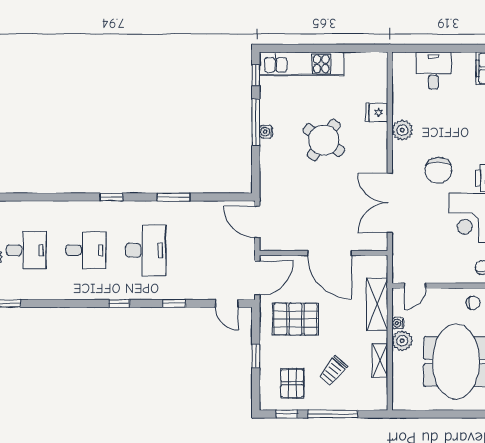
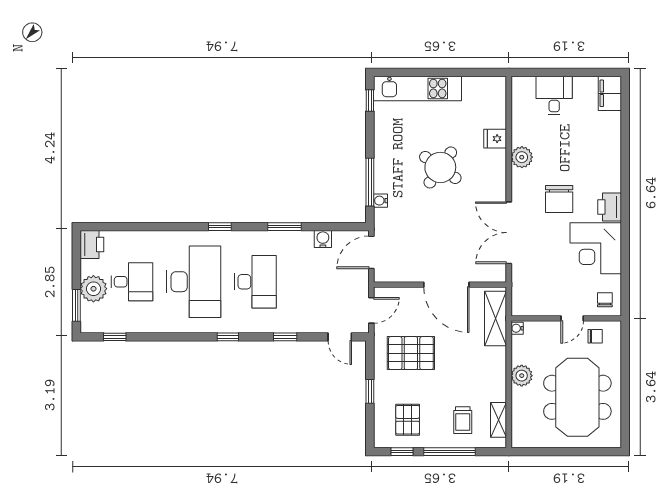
window: (256, 122) -> (370, 182), moved
water cooler: (266, 132) -> (380, 201), moved
water cooler: (210, 209) -> (323, 239), added
door: (257, 222) -> (371, 252), hinge flipped
desk: (86, 250) -> (194, 282), width x1.87, depth x1.30
door: (257, 278) -> (371, 310), width x0.73
door: (415, 286) -> (572, 318), moved
shelving: (377, 304) -> (496, 318), moved
water cooler: (398, 323) -> (517, 328), moved
shelving: (380, 361) -> (499, 420), moved
trolley: (333, 371) -> (463, 420), moved, turned -40

